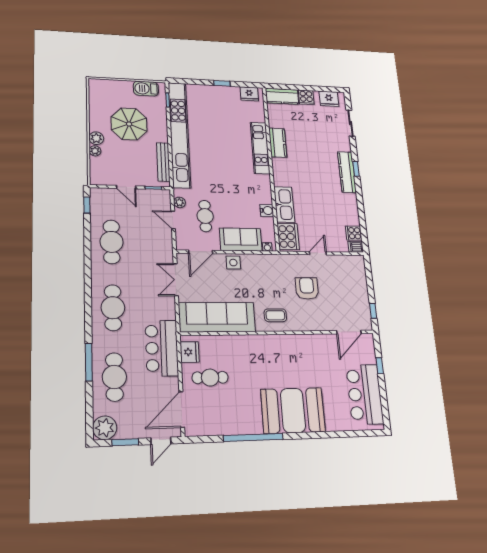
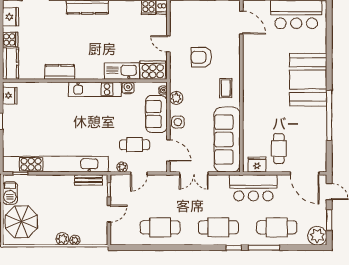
parasol: (129, 124) -> (21, 222), moved
kitchen unit: (260, 148) -> (95, 89), moved
bench: (163, 162) -> (88, 180), width x0.73
window: (87, 205) -> (234, 248), moved
plant: (260, 261) -> (176, 98), added

